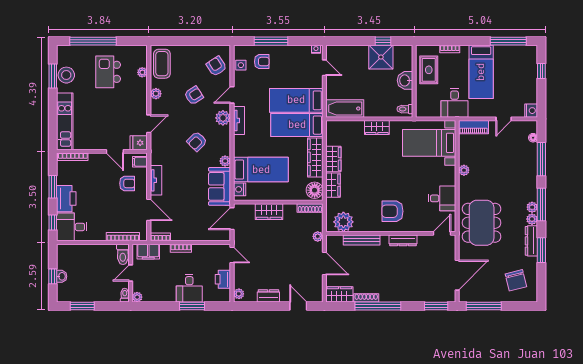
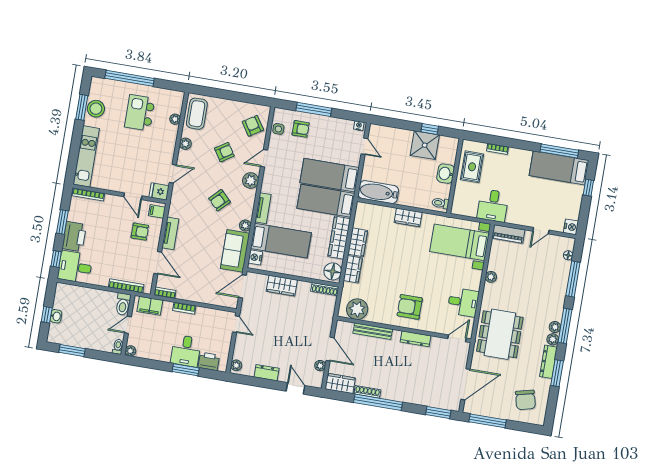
bed: (481, 72) -> (559, 168), moved, turned 90
tv unit: (239, 121) -> (263, 208), moved
plant: (318, 236) -> (320, 366), moved
printer: (223, 279) -> (209, 361), moved, turned 90

